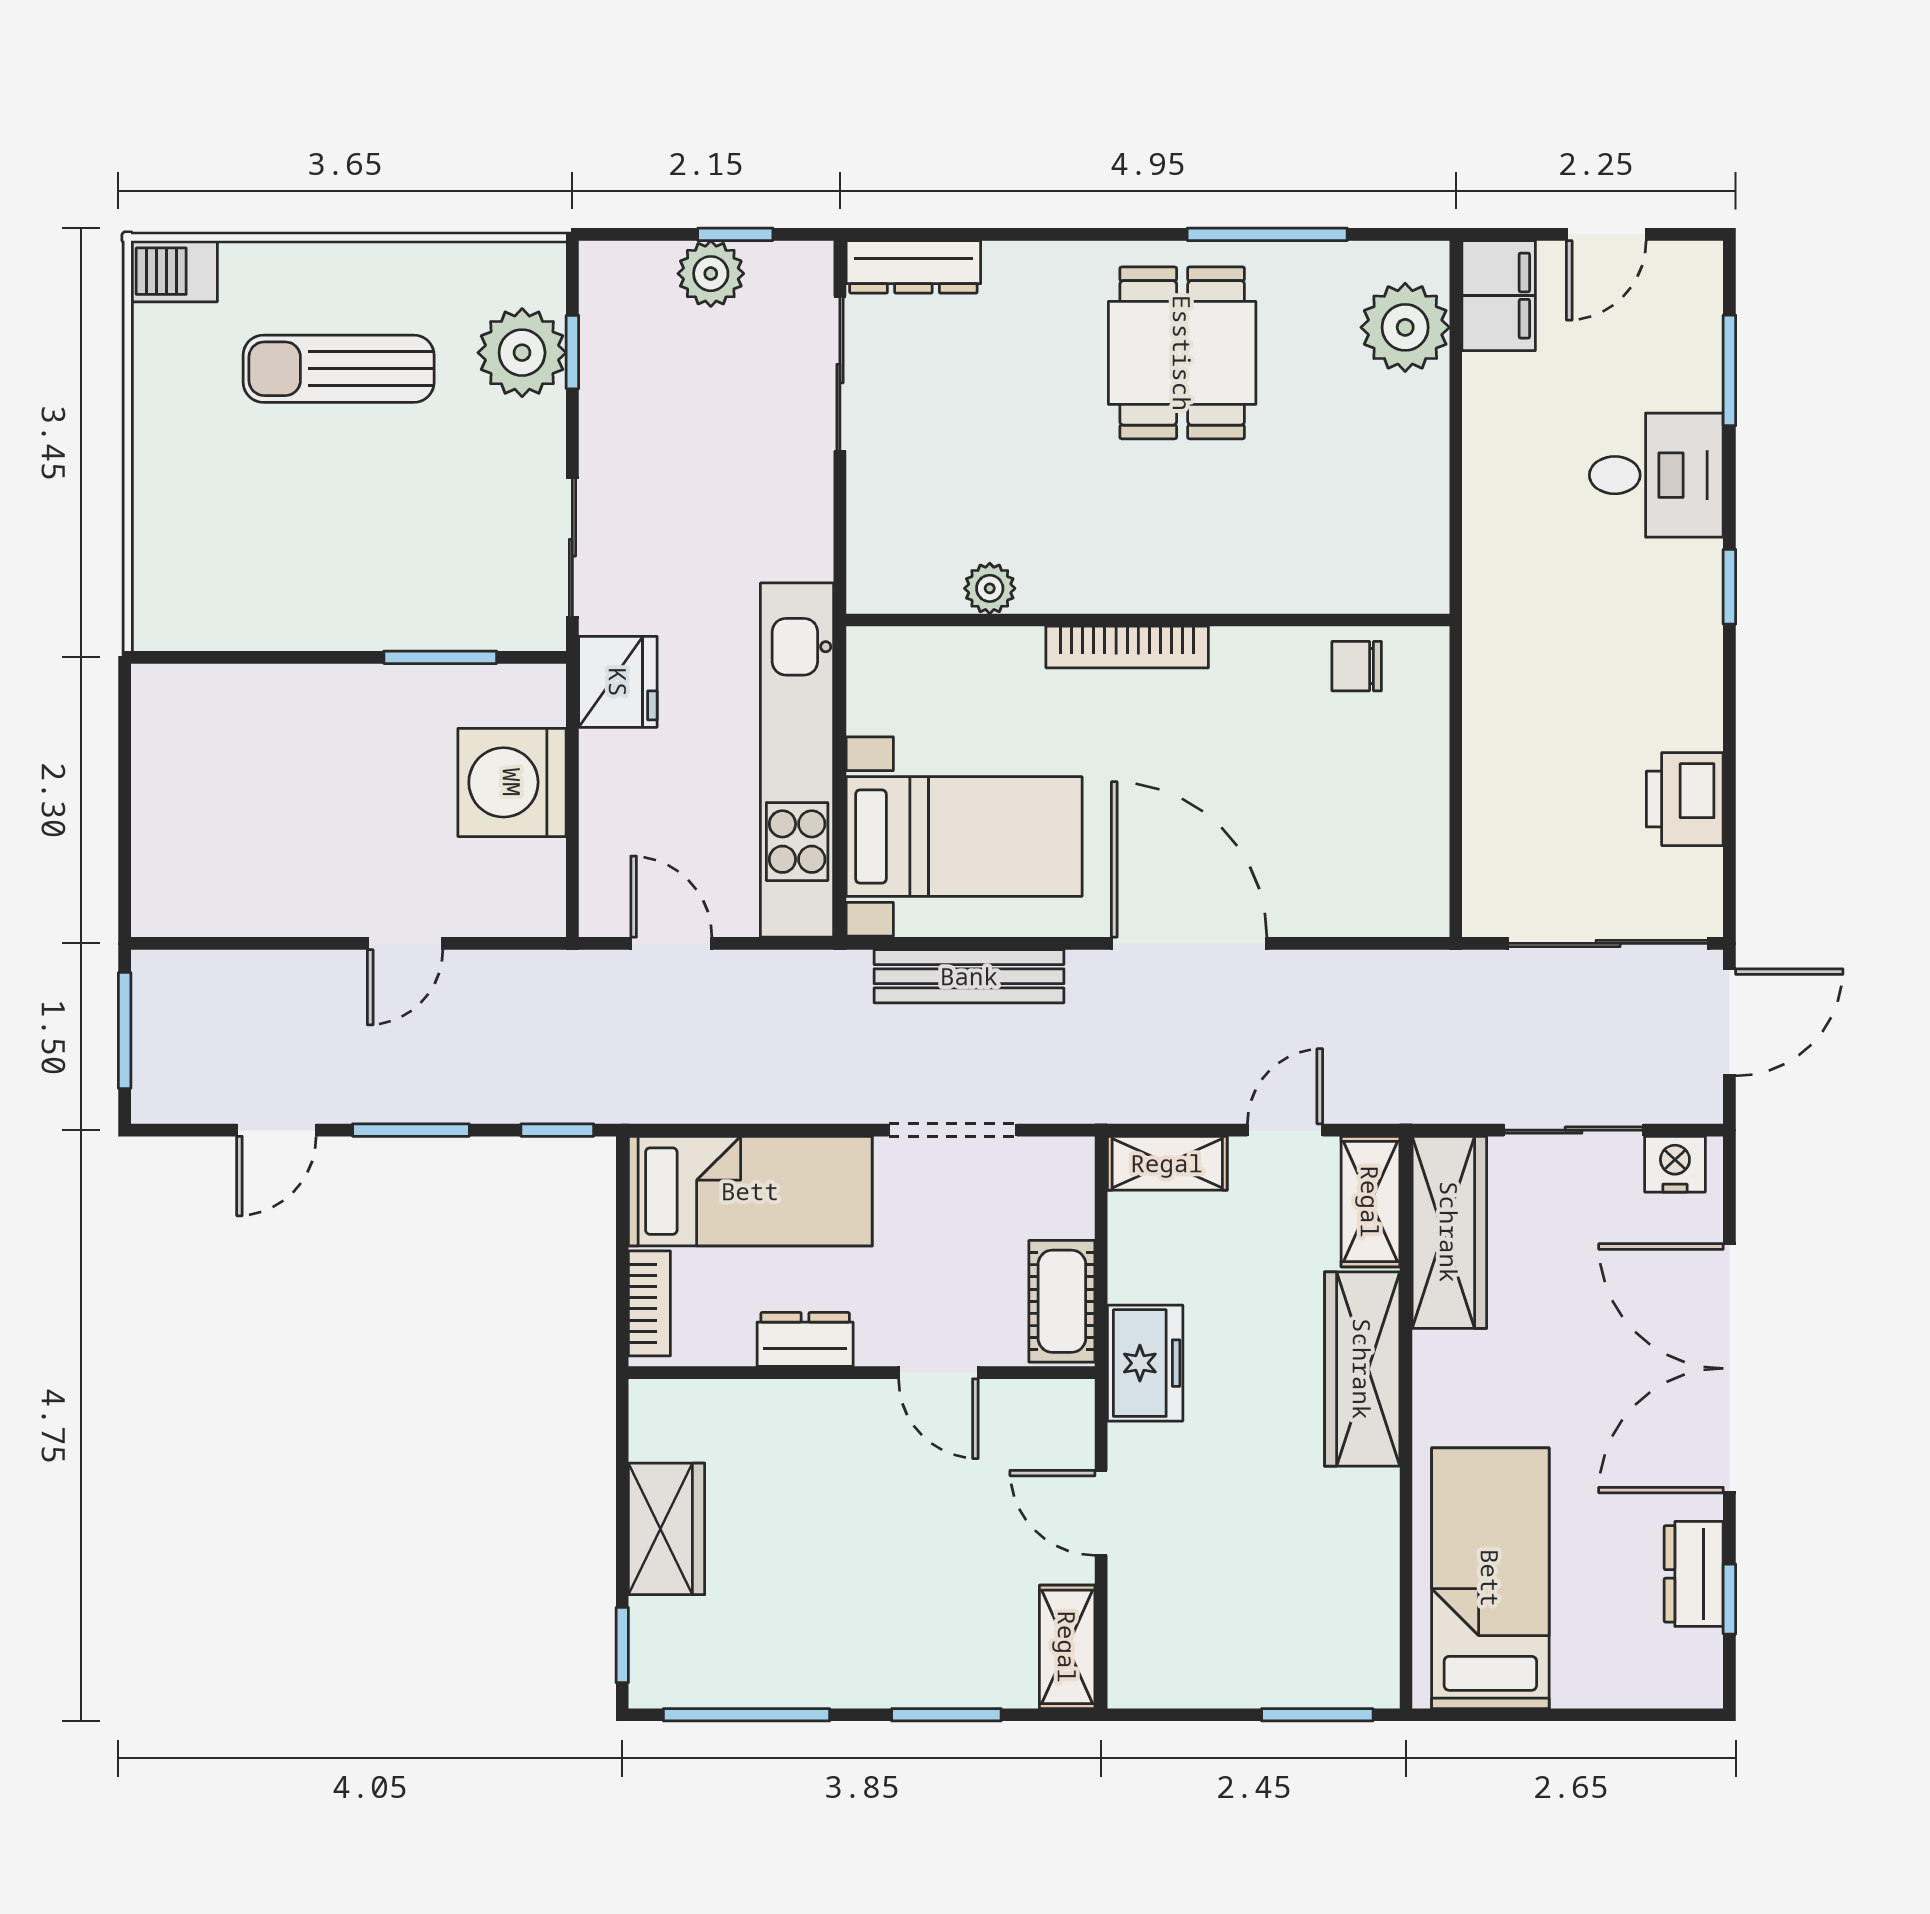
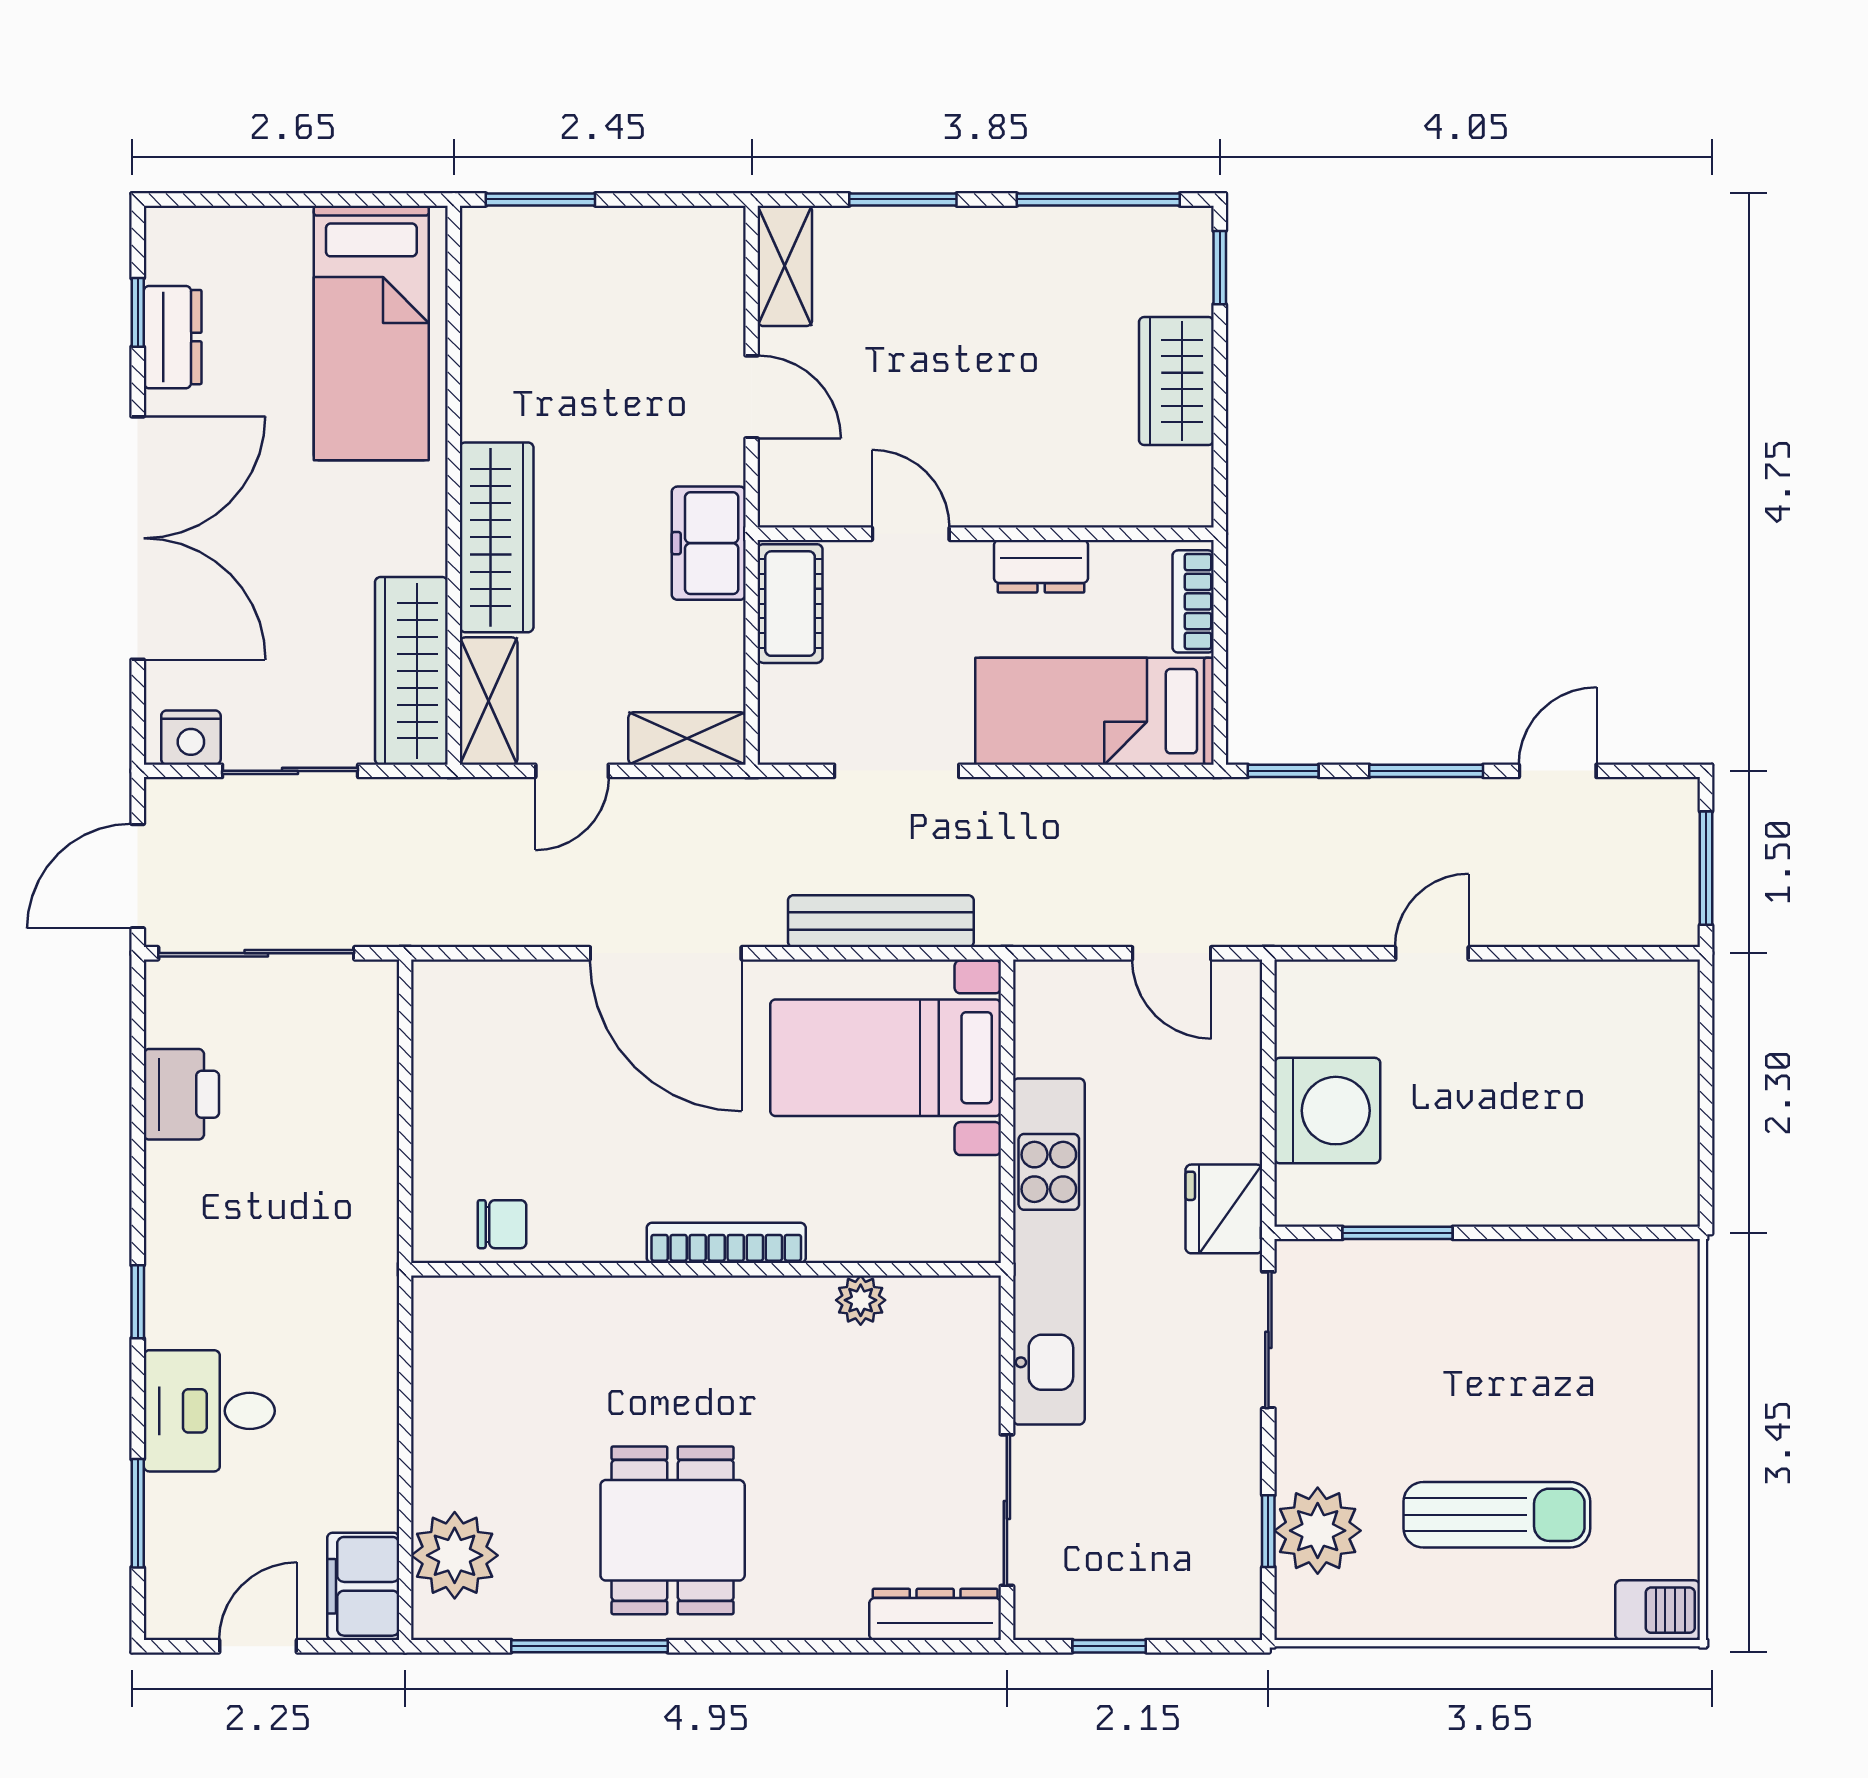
plant: (711, 274) -> (1133, 1608), removed
kitchen unit: (797, 760) -> (1049, 1251), moved

